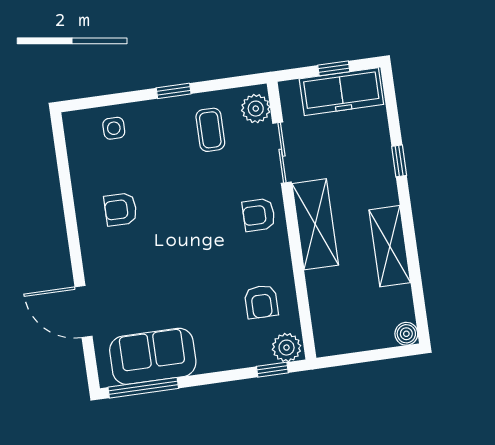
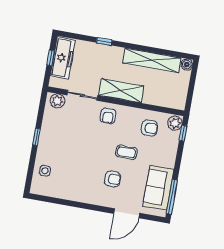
coffee table: (210, 130) -> (126, 152), moved
armchair: (121, 209) -> (113, 179), moved, turned -90
shelving: (390, 246) -> (152, 60), width x1.47

